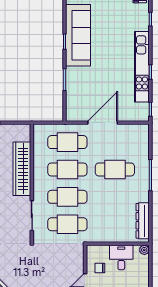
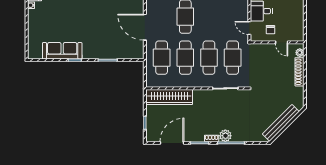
sofa: (78, 35) -> (62, 51), width x0.74, depth x0.79
wardrobe: (22, 169) -> (169, 97), moved
door: (102, 244) -> (249, 28), added

